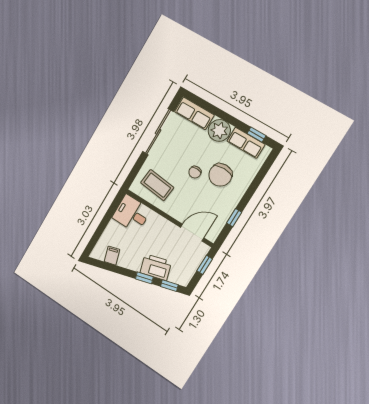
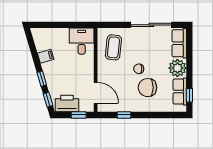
filing cabinet: (112, 256) -> (46, 56), moved
printer: (156, 267) -> (67, 104), moved, turned -73

